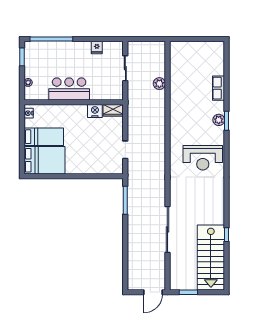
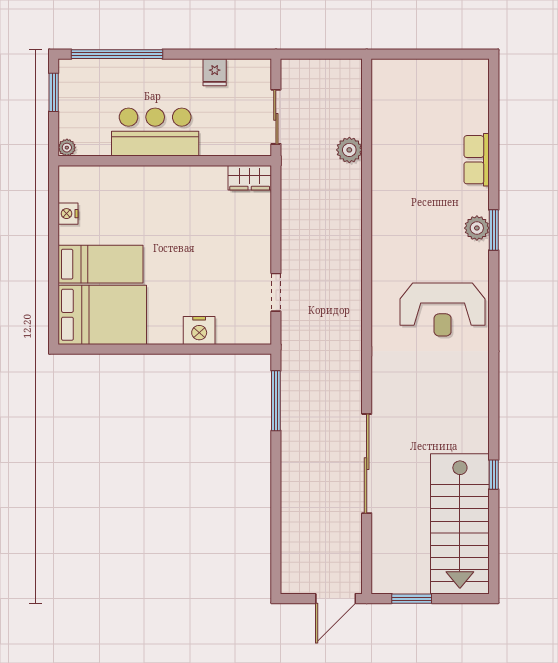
bar counter: (69, 89) -> (155, 132), moved
wall: (74, 102) -> (165, 161), moved
wardrobe: (113, 110) -> (250, 178), moved
nightstand: (95, 111) -> (199, 330), moved, turned 180

